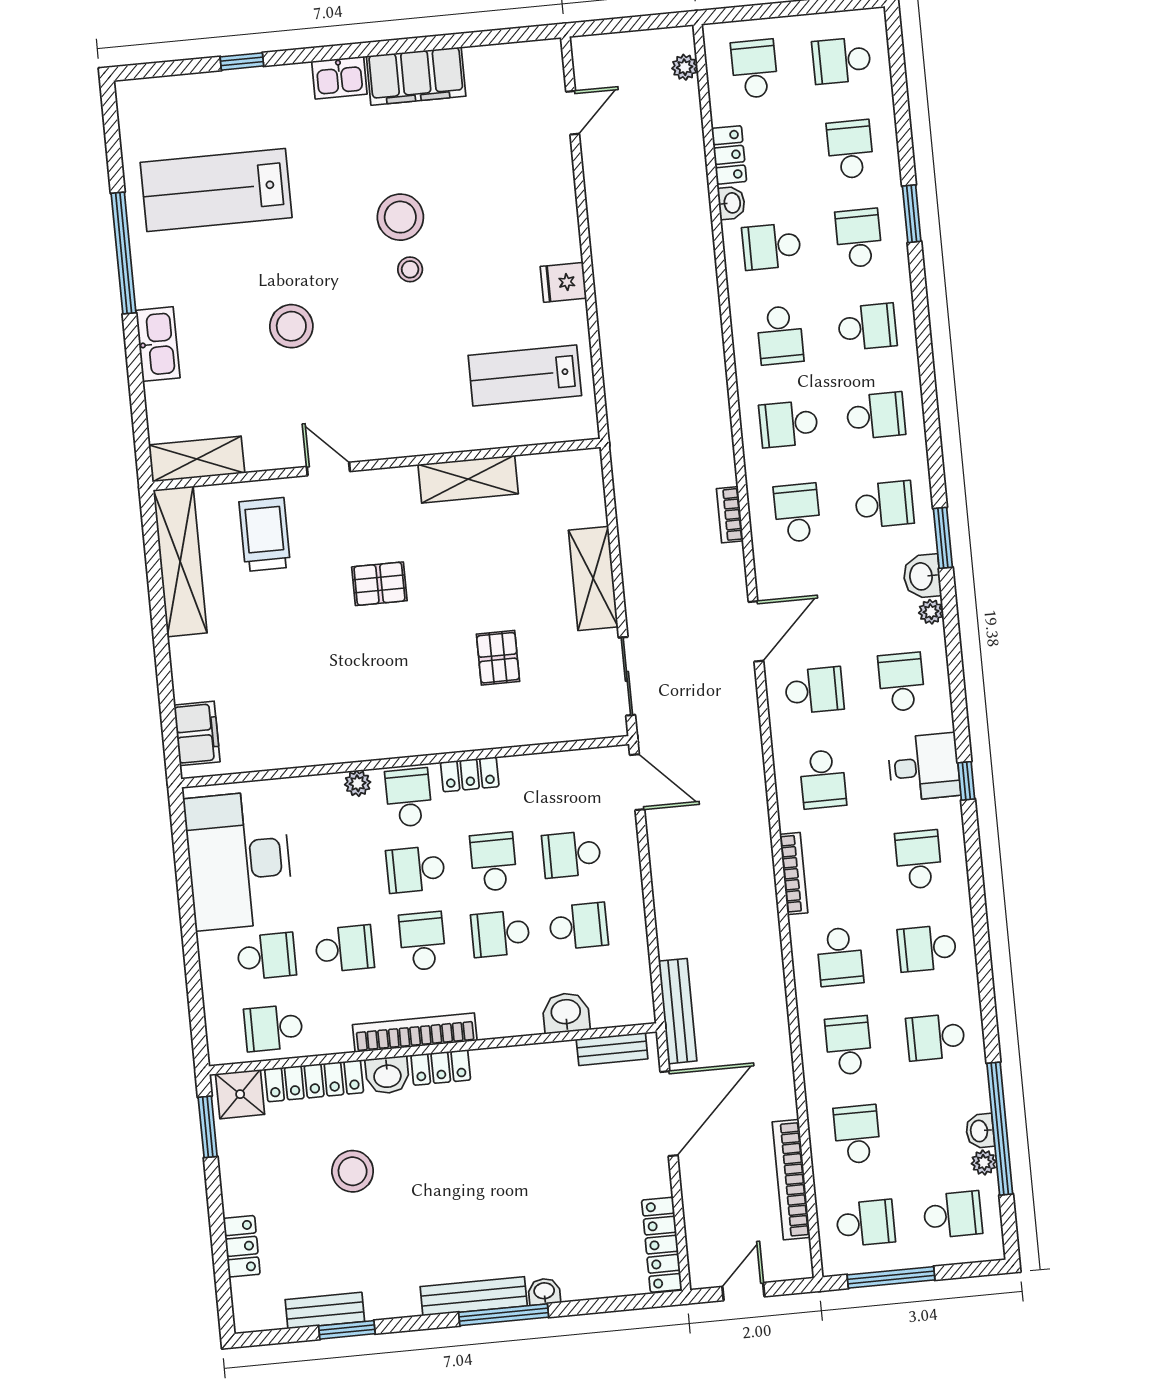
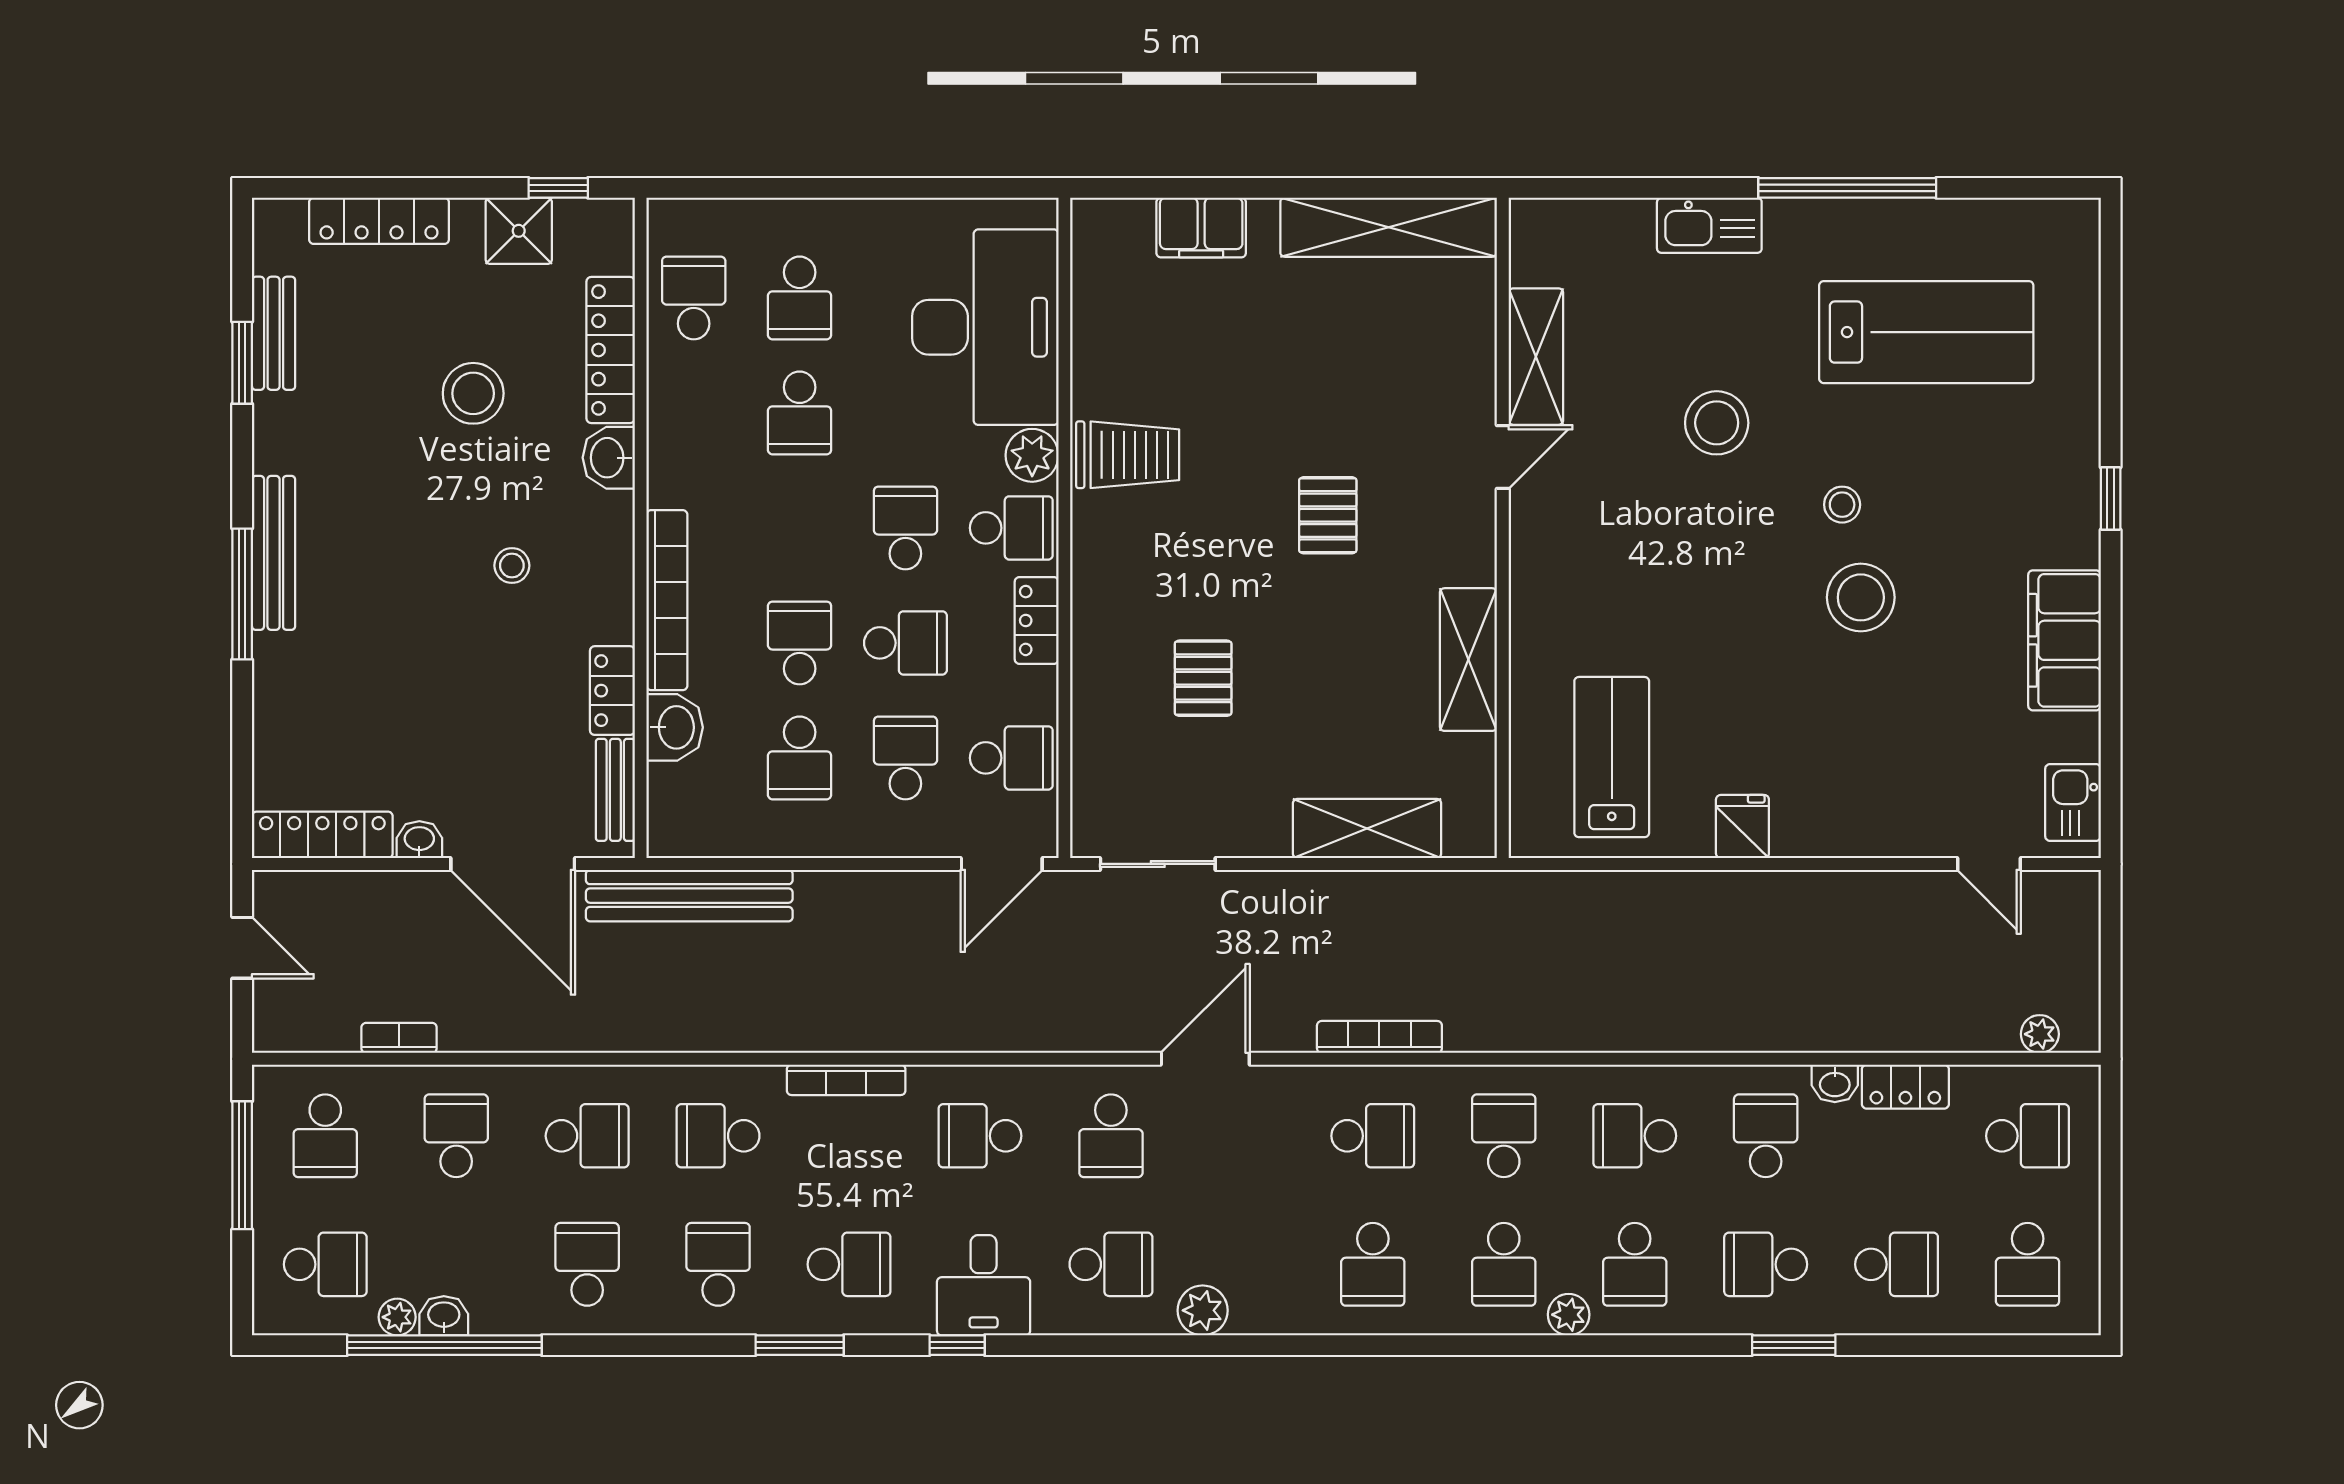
school desk: (842, 60) -> (2028, 1264), turned 180
window: (242, 61) -> (2111, 498), moved
kitchen sink: (339, 78) -> (2073, 802), moved
lab bench: (216, 190) -> (1926, 332), turned 90
school desk: (859, 238) -> (1766, 1264), turned 180
stool: (410, 269) -> (1842, 505), moved
plant: (906, 368) -> (1569, 1315), added
shelving: (197, 459) -> (1536, 357), moved
bookcase: (730, 515) -> (1379, 1037), width x1.56
trolley: (265, 535) -> (1128, 455), moved
window: (943, 538) -> (800, 1345), moved
washbasin: (922, 576) -> (1262, 1309), removed
shelving: (593, 578) -> (1367, 828), moved
plant: (931, 612) -> (1203, 1310), width x1.38, depth x1.38
door: (756, 631) -> (1205, 1059), swing flipped
pallet: (498, 658) -> (1203, 678), turned 90
filing cabinet: (197, 733) -> (1201, 228), moved
plant: (358, 783) -> (1032, 455), width x1.38, depth x1.38
desk: (239, 860) -> (985, 327), moved, turned 90
school desk: (422, 941) -> (1011, 758), moved
bench: (678, 1011) -> (689, 896), width x1.37, depth x1.21
bookcase: (415, 1033) -> (667, 600), moved
locker: (441, 1067) -> (612, 691), moved
shower: (240, 1094) -> (519, 231), moved
window: (208, 1127) -> (558, 188), width x0.67
stool: (467, 1134) -> (512, 566), added
school desk: (857, 1134) -> (456, 1136), turned -90
bookcase: (791, 1180) -> (399, 1038), width x0.43, depth x0.76
school desk: (953, 1215) -> (325, 1264), turned -90
locker: (242, 1246) -> (379, 221), width x1.53
washbasin: (544, 1292) -> (419, 840), moved, turned -90

